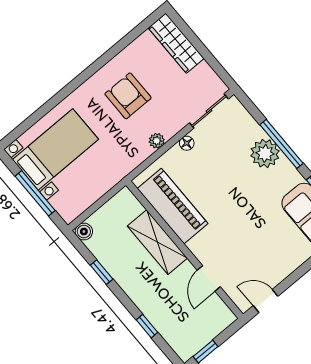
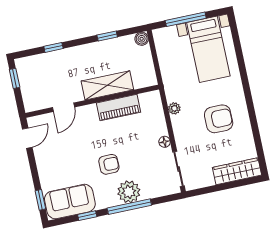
plant: (157, 141) -> (174, 108), moved
armchair: (246, 193) -> (109, 164), added
piano: (173, 206) -> (119, 108), width x0.73, depth x0.75
door: (209, 279) -> (63, 107), swing flipped

